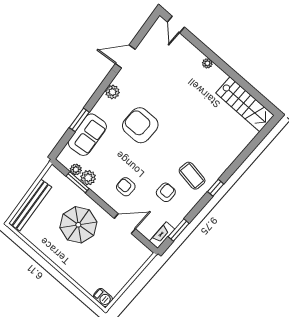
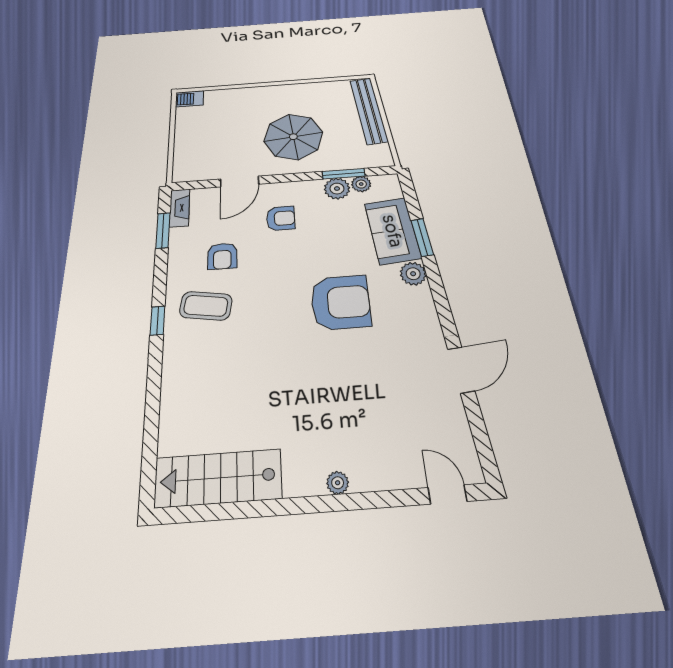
plant: (112, 92) -> (413, 274), moved

